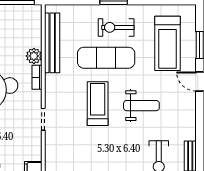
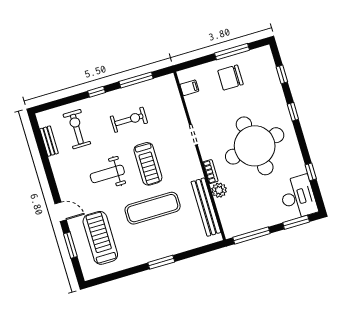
exercise bike: (116, 27) -> (129, 120), moved

